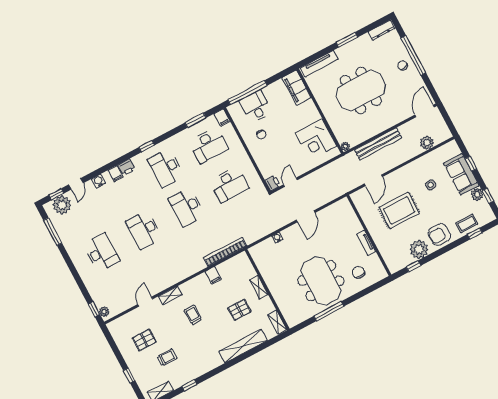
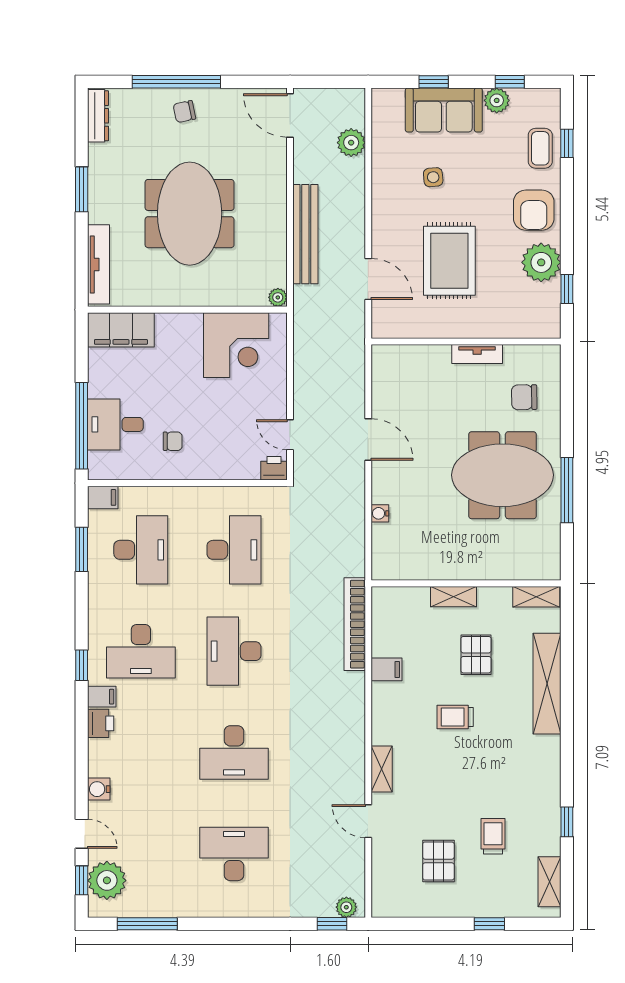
filing cabinet: (115, 174) -> (102, 697), moved
desk: (187, 207) -> (234, 651), turned 90
trolley: (193, 315) -> (455, 717), moved

